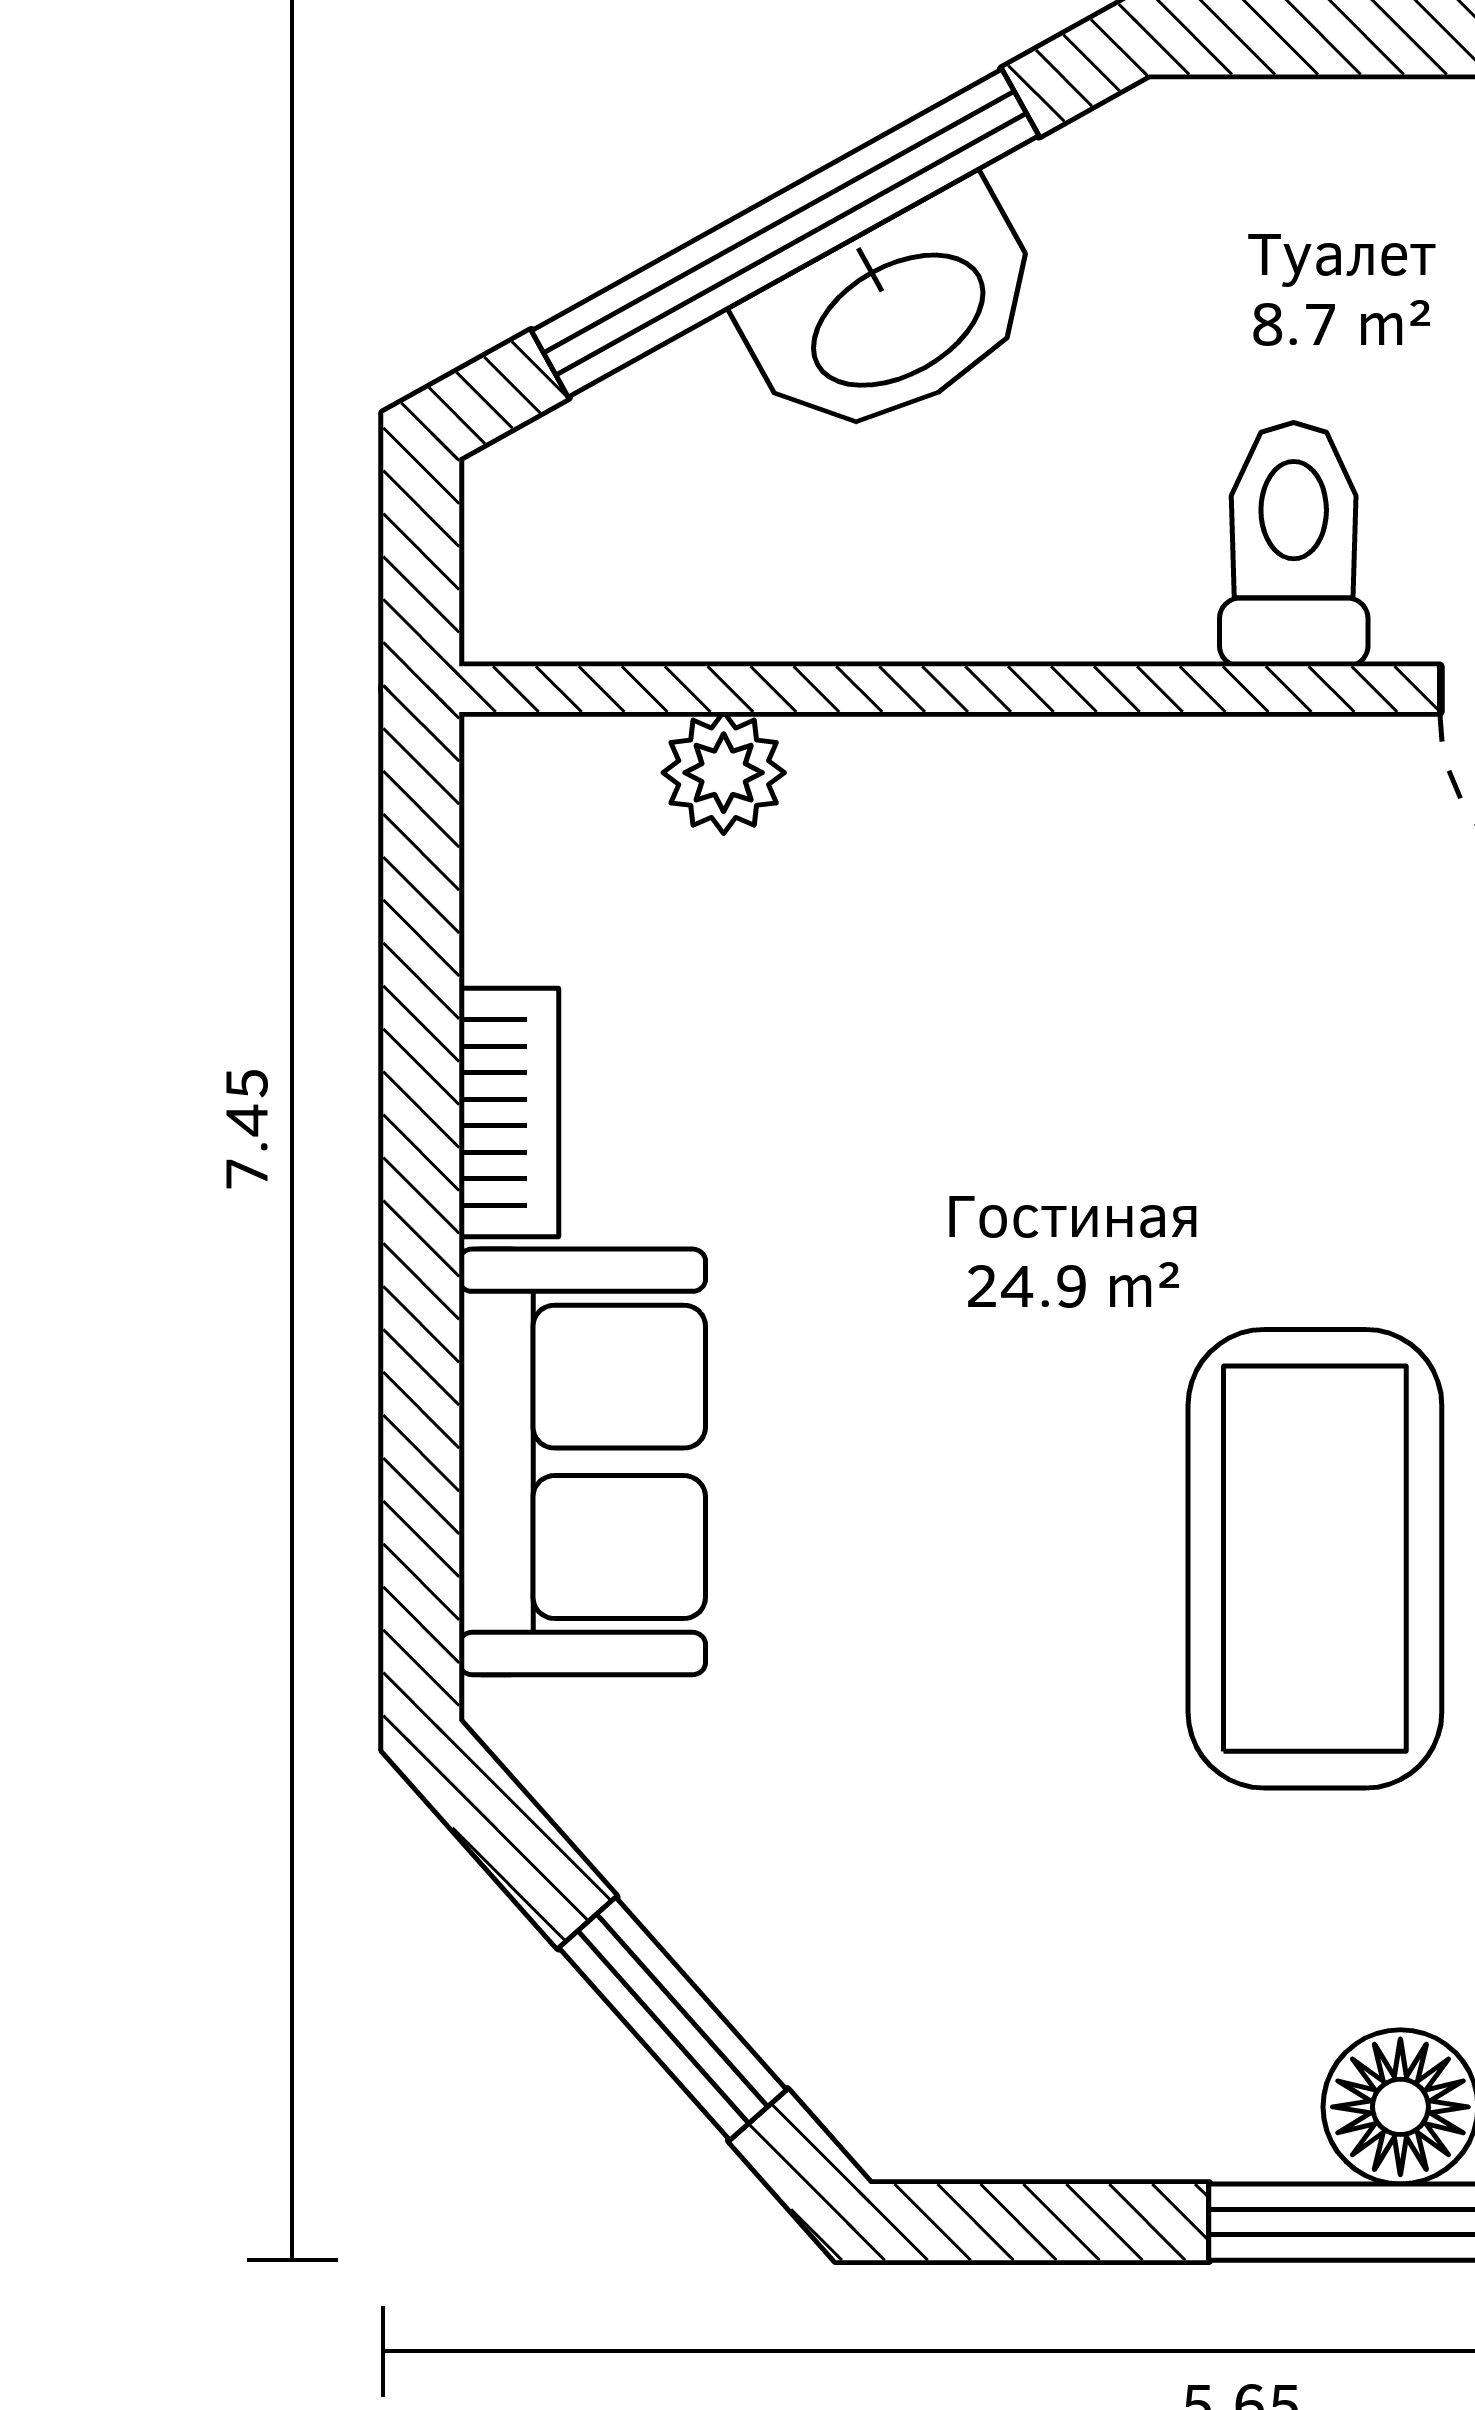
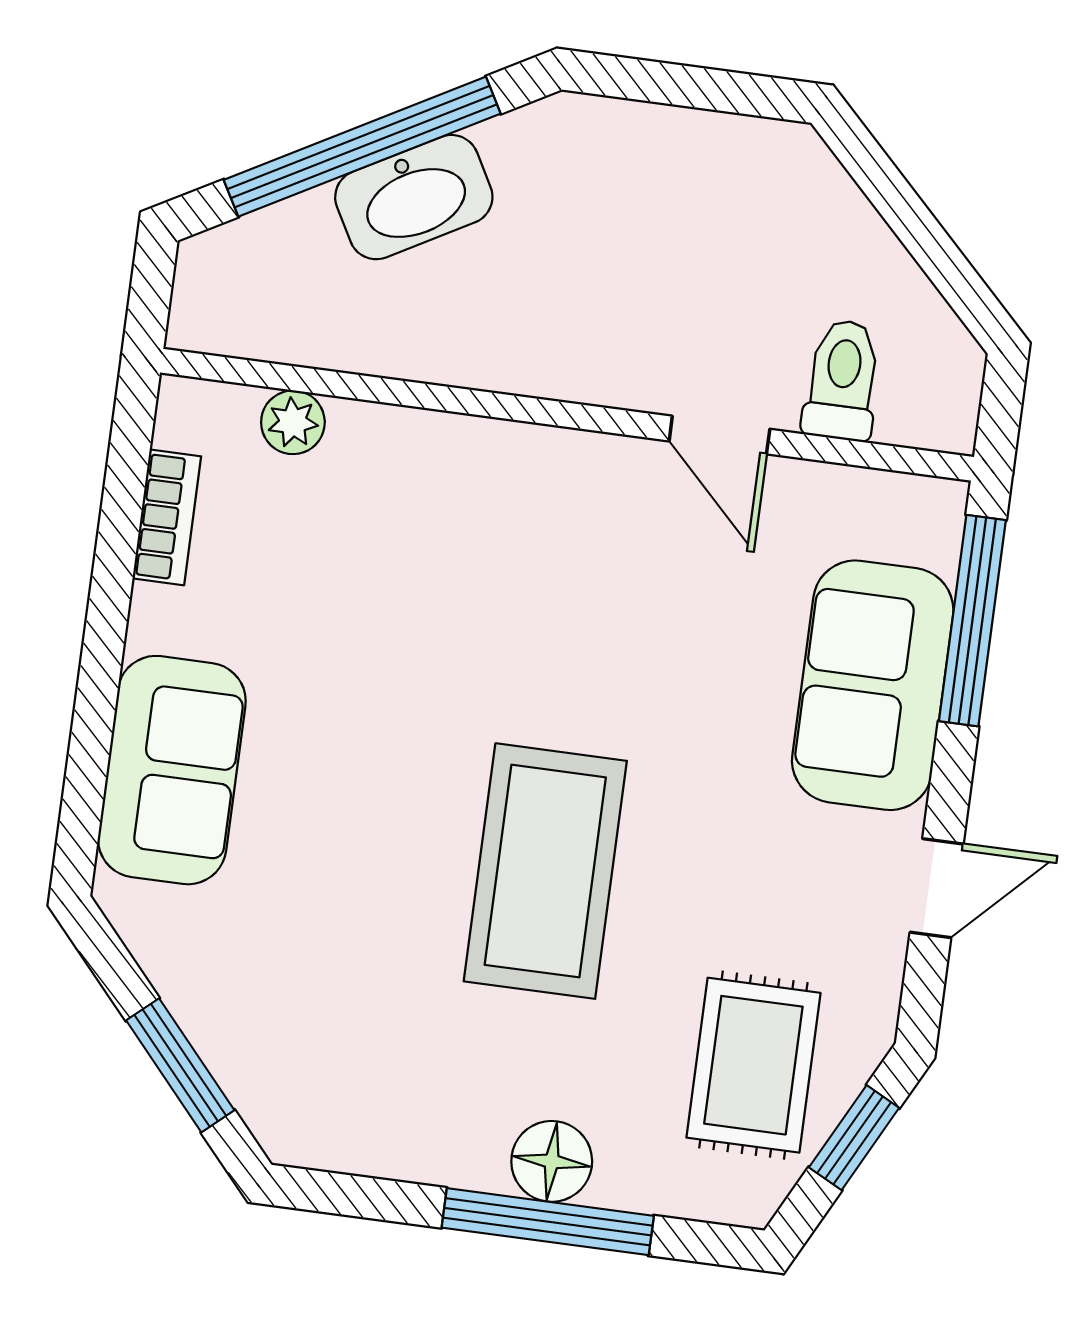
toilet: (1294, 544) -> (604, 343), removed
bookcase: (509, 1112) -> (167, 517), moved

